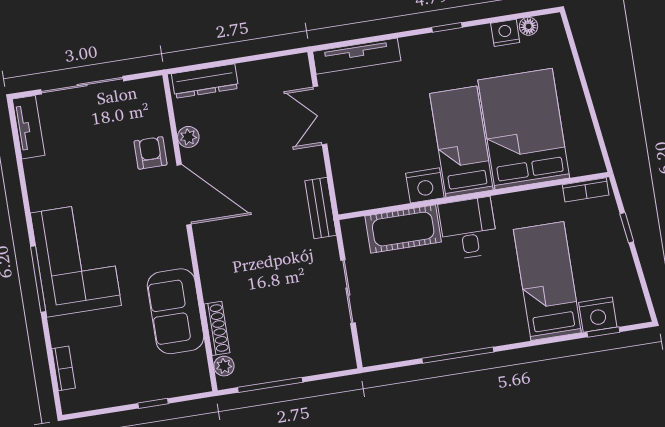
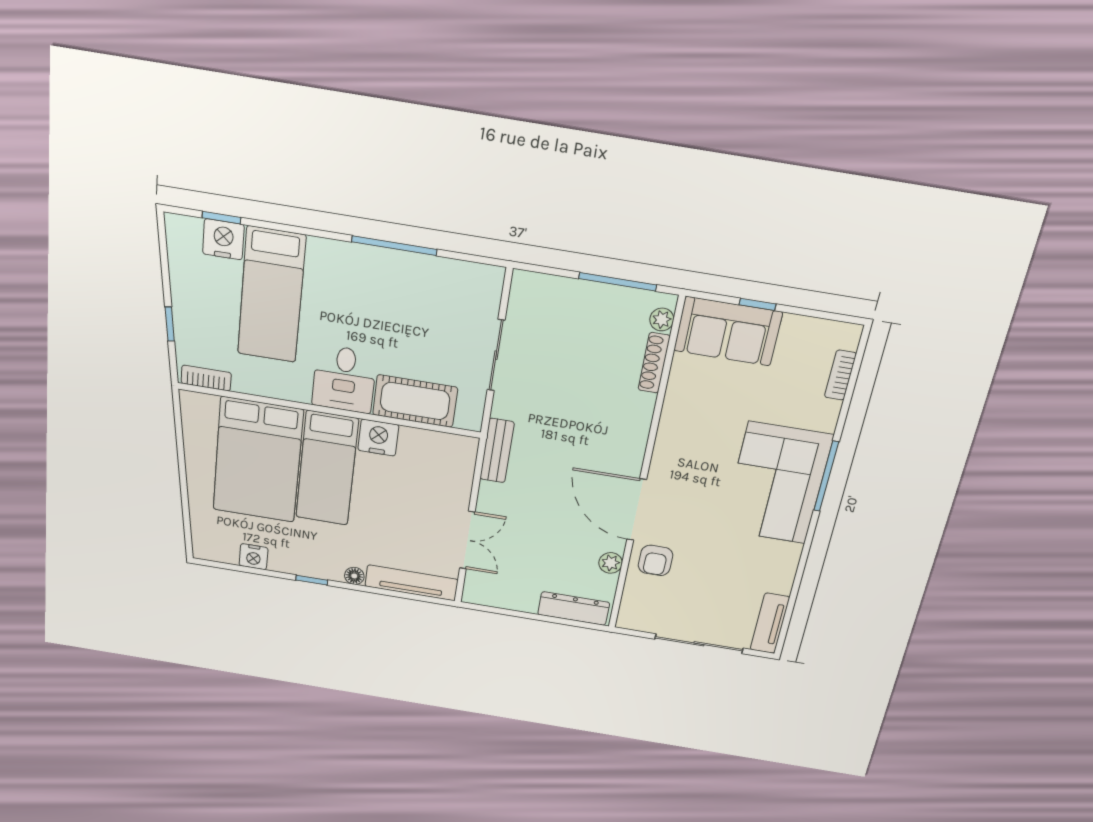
floor lamp: (529, 26) -> (354, 576), moved
sofa: (176, 311) -> (728, 331), moved, turned 90

